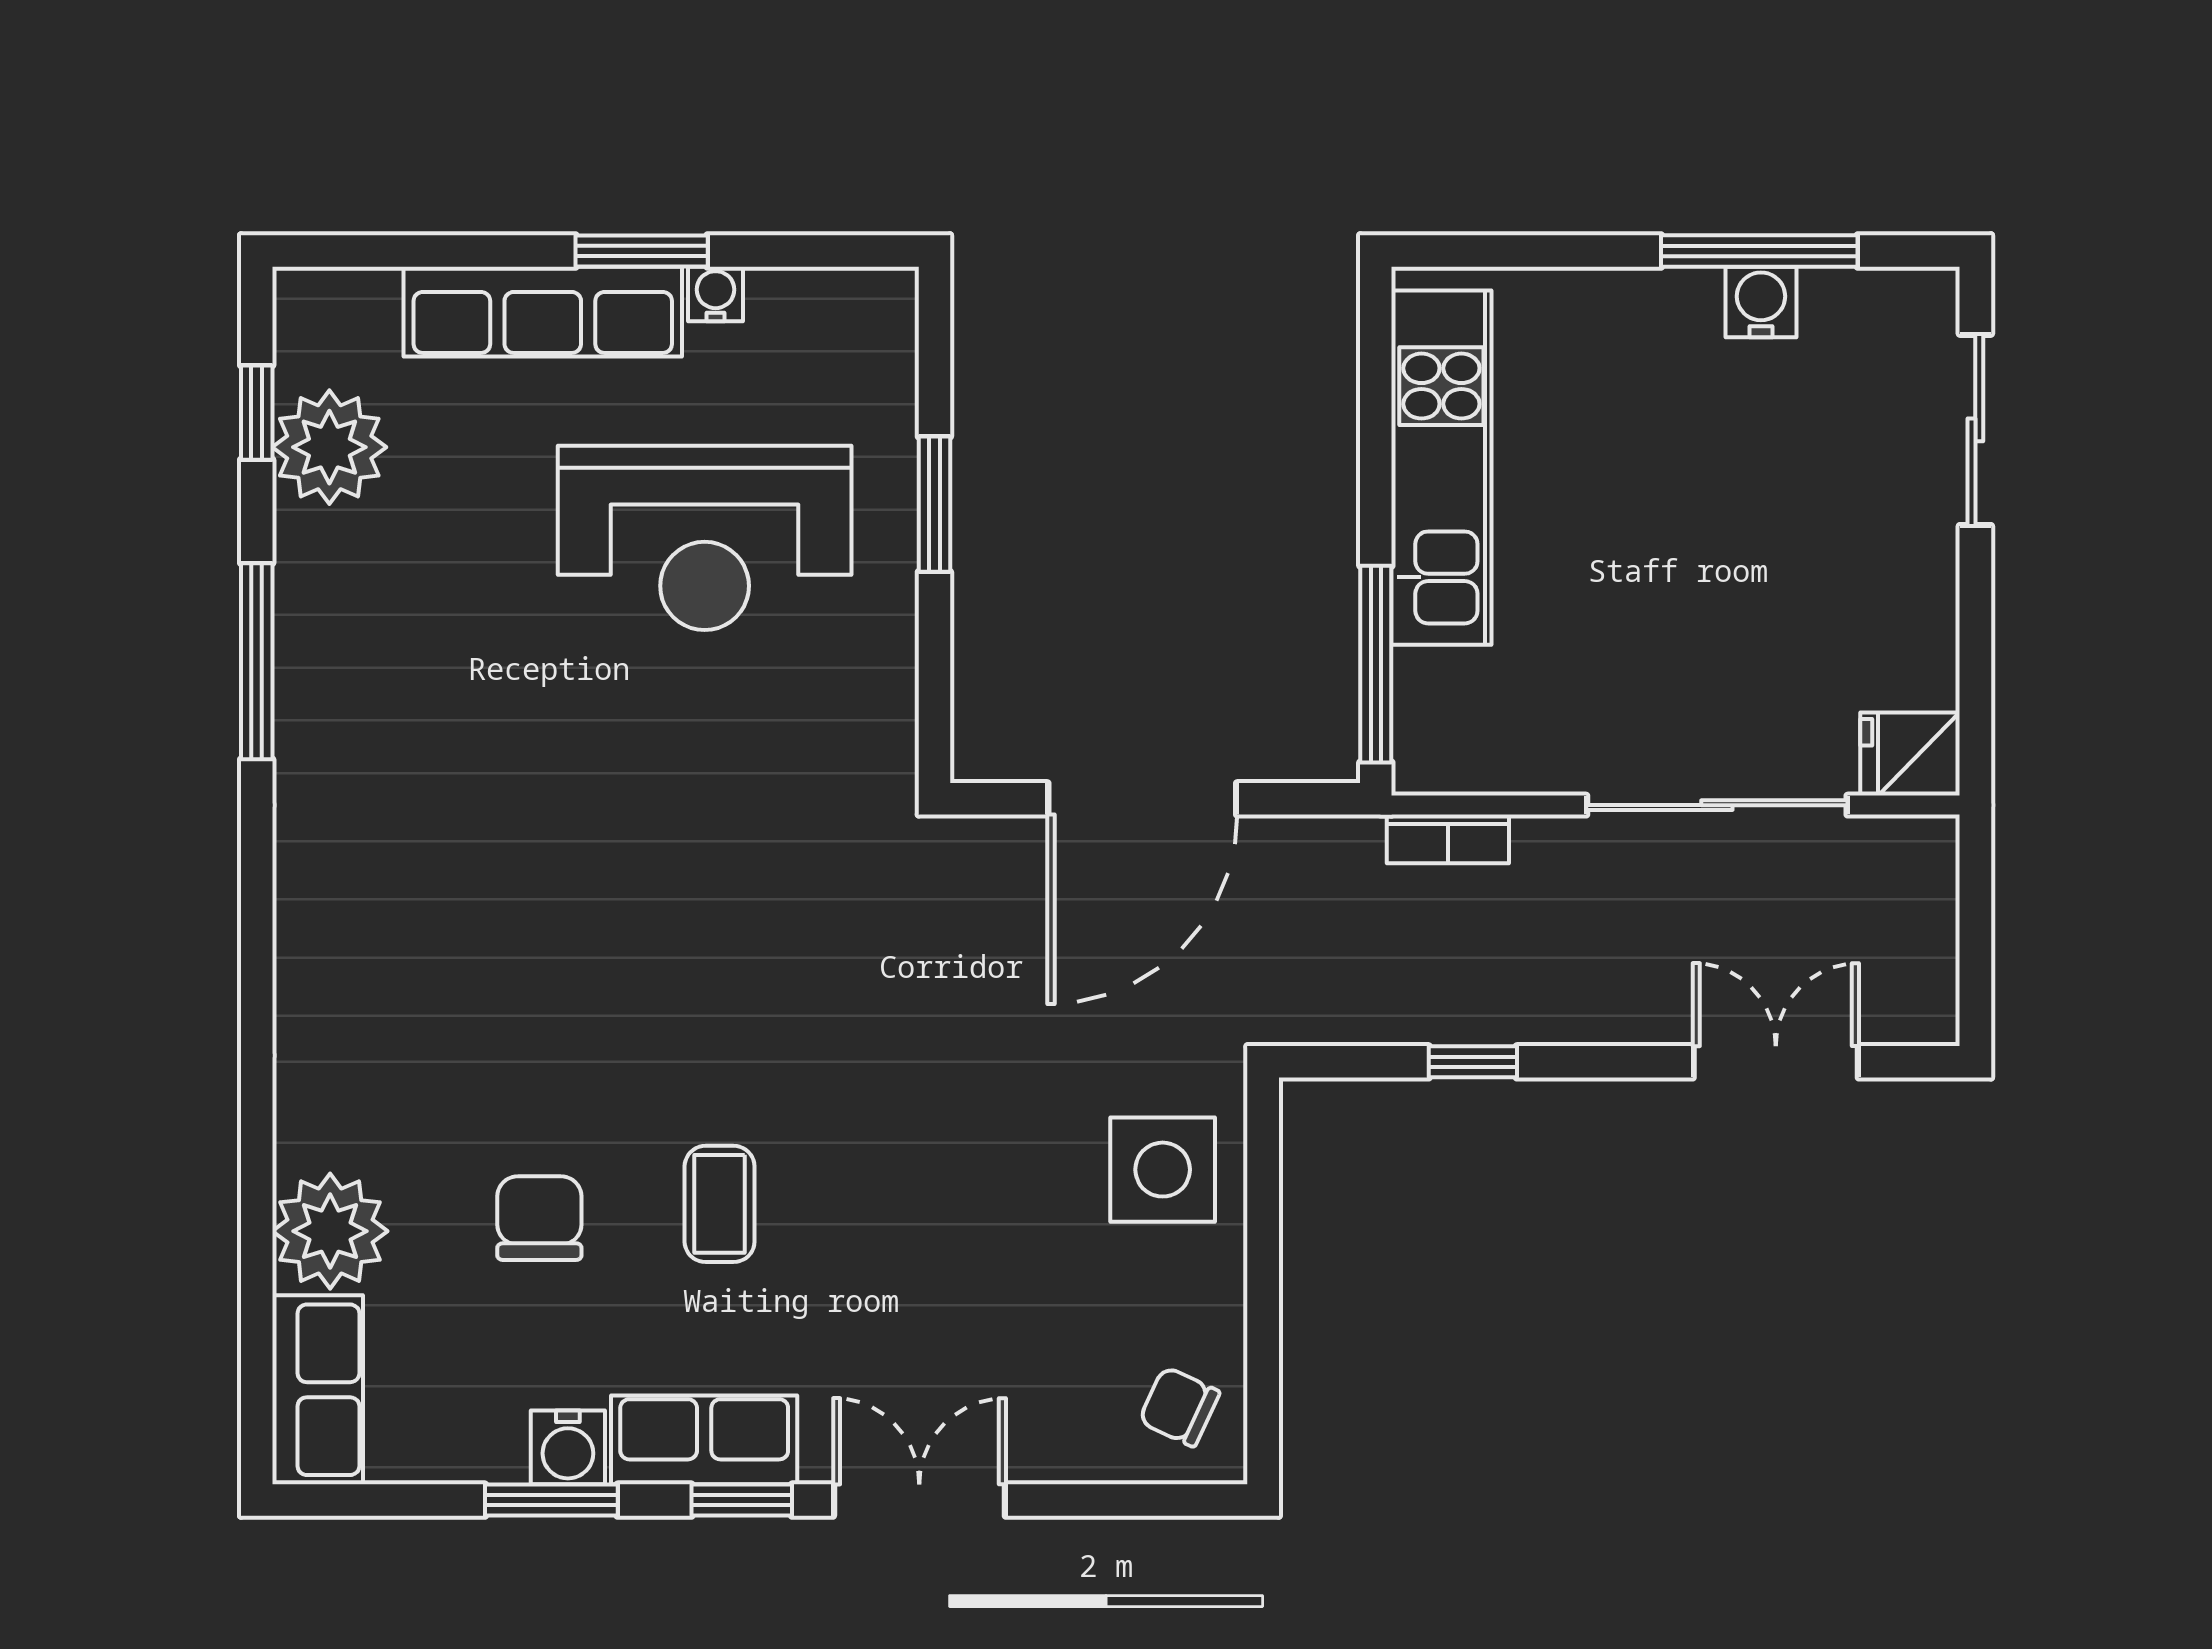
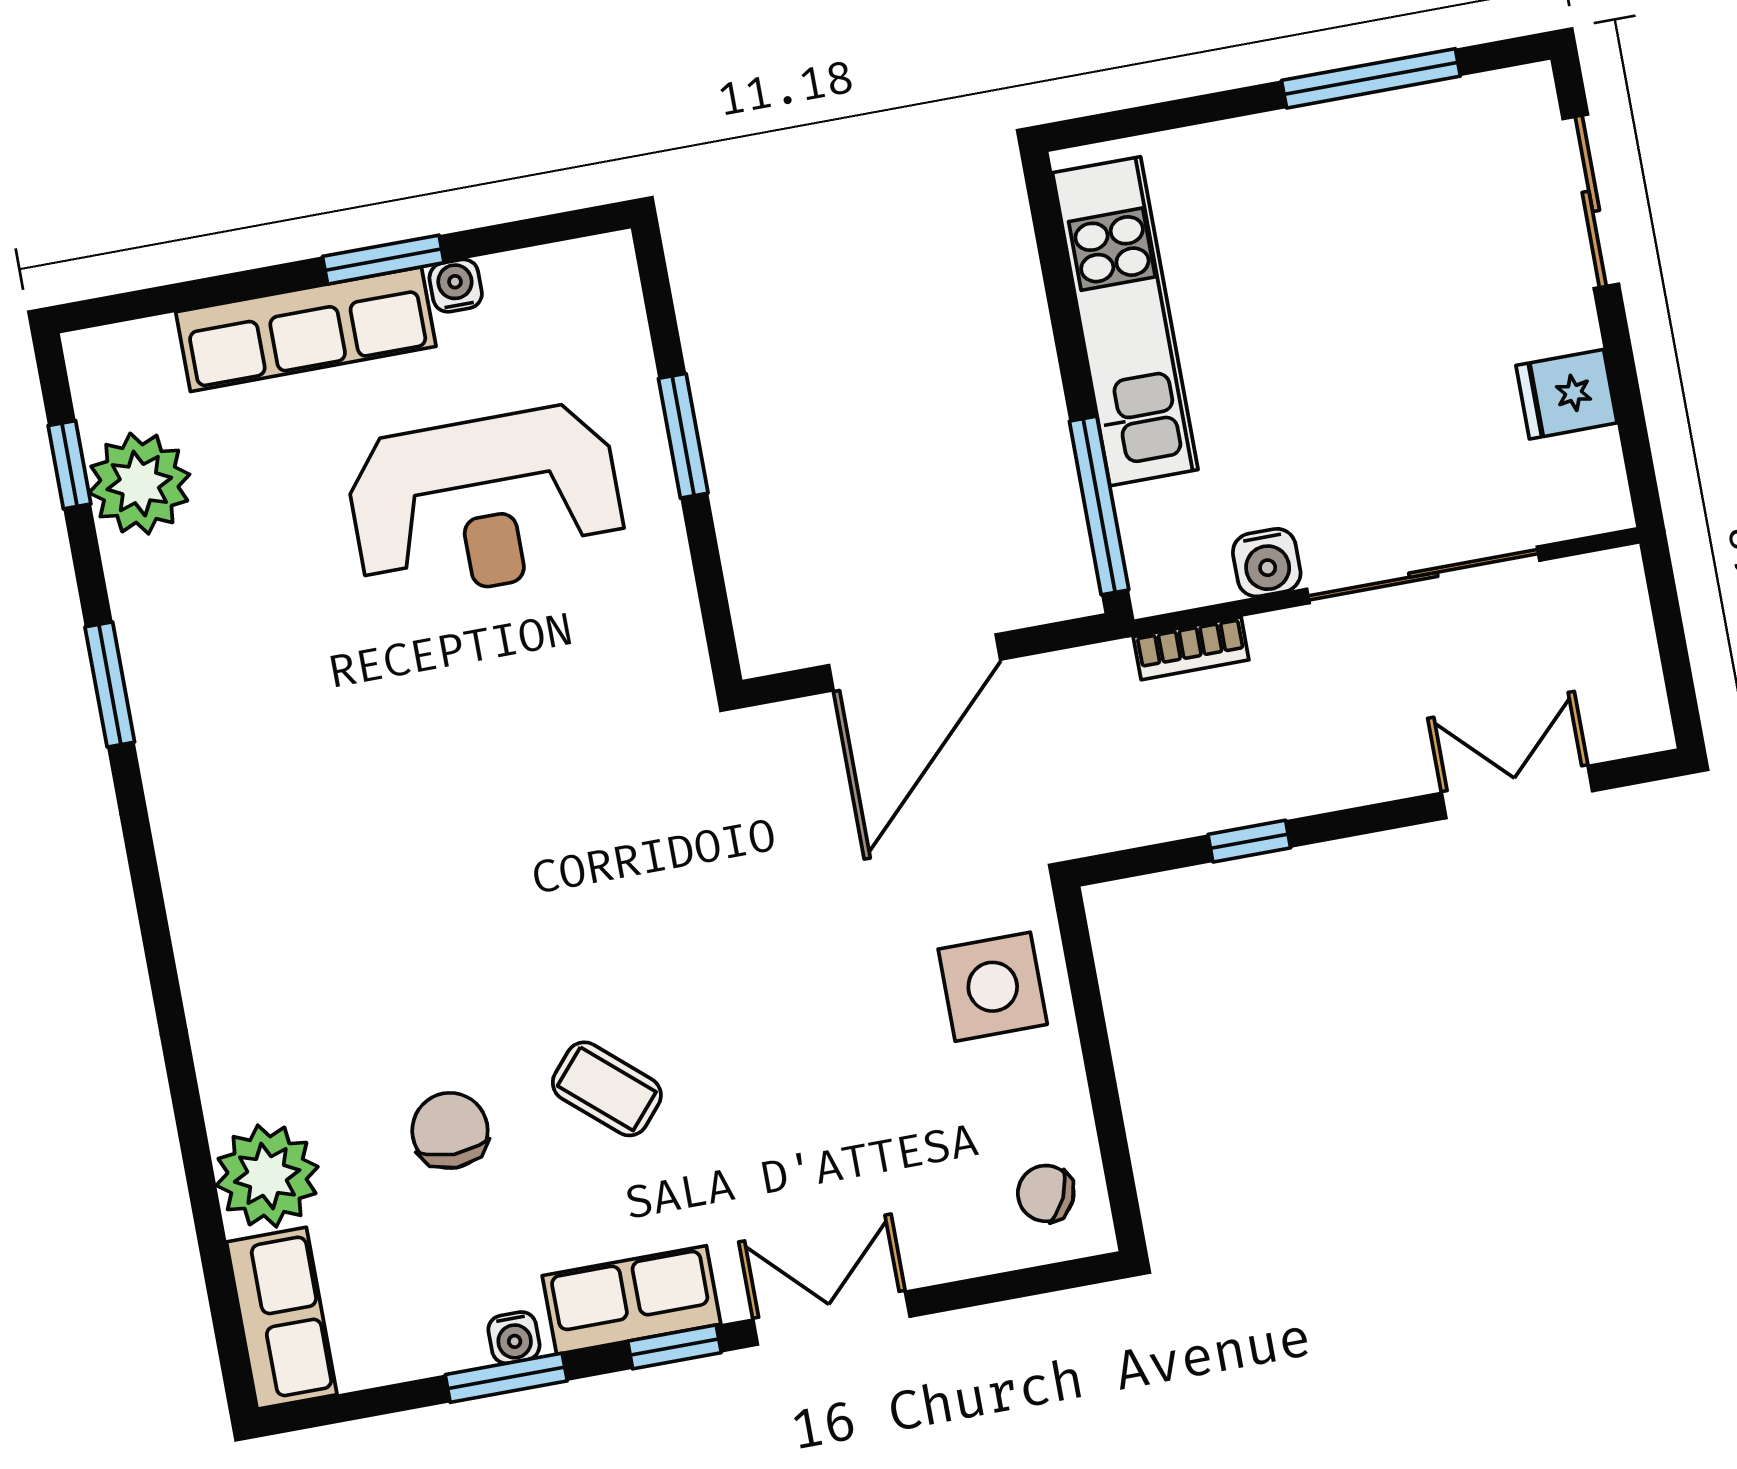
water cooler: (1761, 302) -> (1267, 563), moved, turned 180
window: (257, 661) -> (110, 685), width x0.69
fridge: (1910, 754) -> (1566, 394), moved
coffee table: (720, 1204) -> (607, 1089), turned -49
water cooler: (568, 1447) -> (514, 1338), width x0.72, depth x0.72

